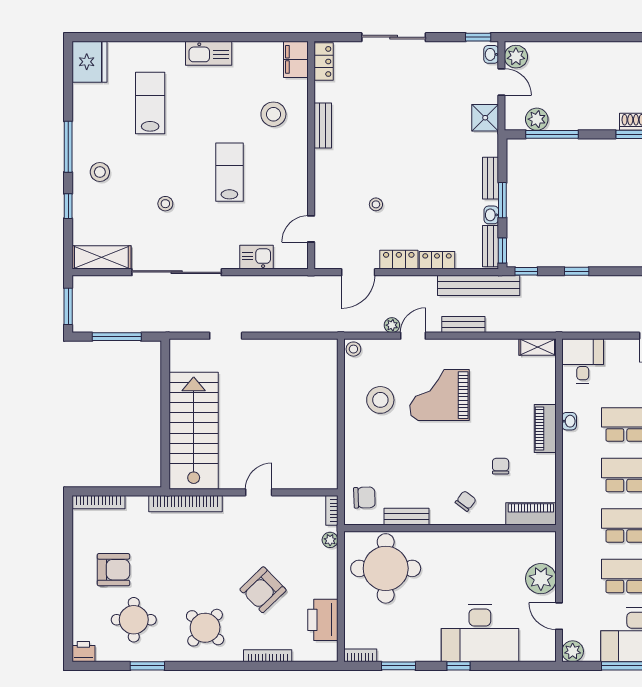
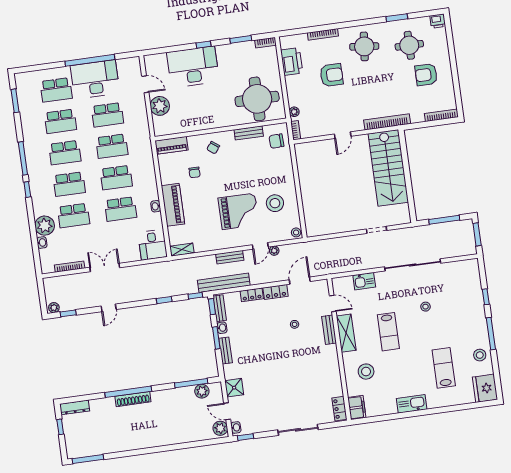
lab bench: (150, 103) -> (444, 368), turned 180
bench: (323, 126) -> (329, 330), moved
stool: (100, 172) -> (480, 355), moved
door: (311, 229) -> (333, 303), hinge flipped
shelving: (101, 257) -> (346, 333), moved, turned 90
piano: (545, 428) -> (173, 205), width x1.37, depth x1.33
armchair: (263, 590) -> (332, 75), turned 44
round table: (205, 628) -> (364, 46), turned -36
plant: (573, 651) -> (134, 64), removed

